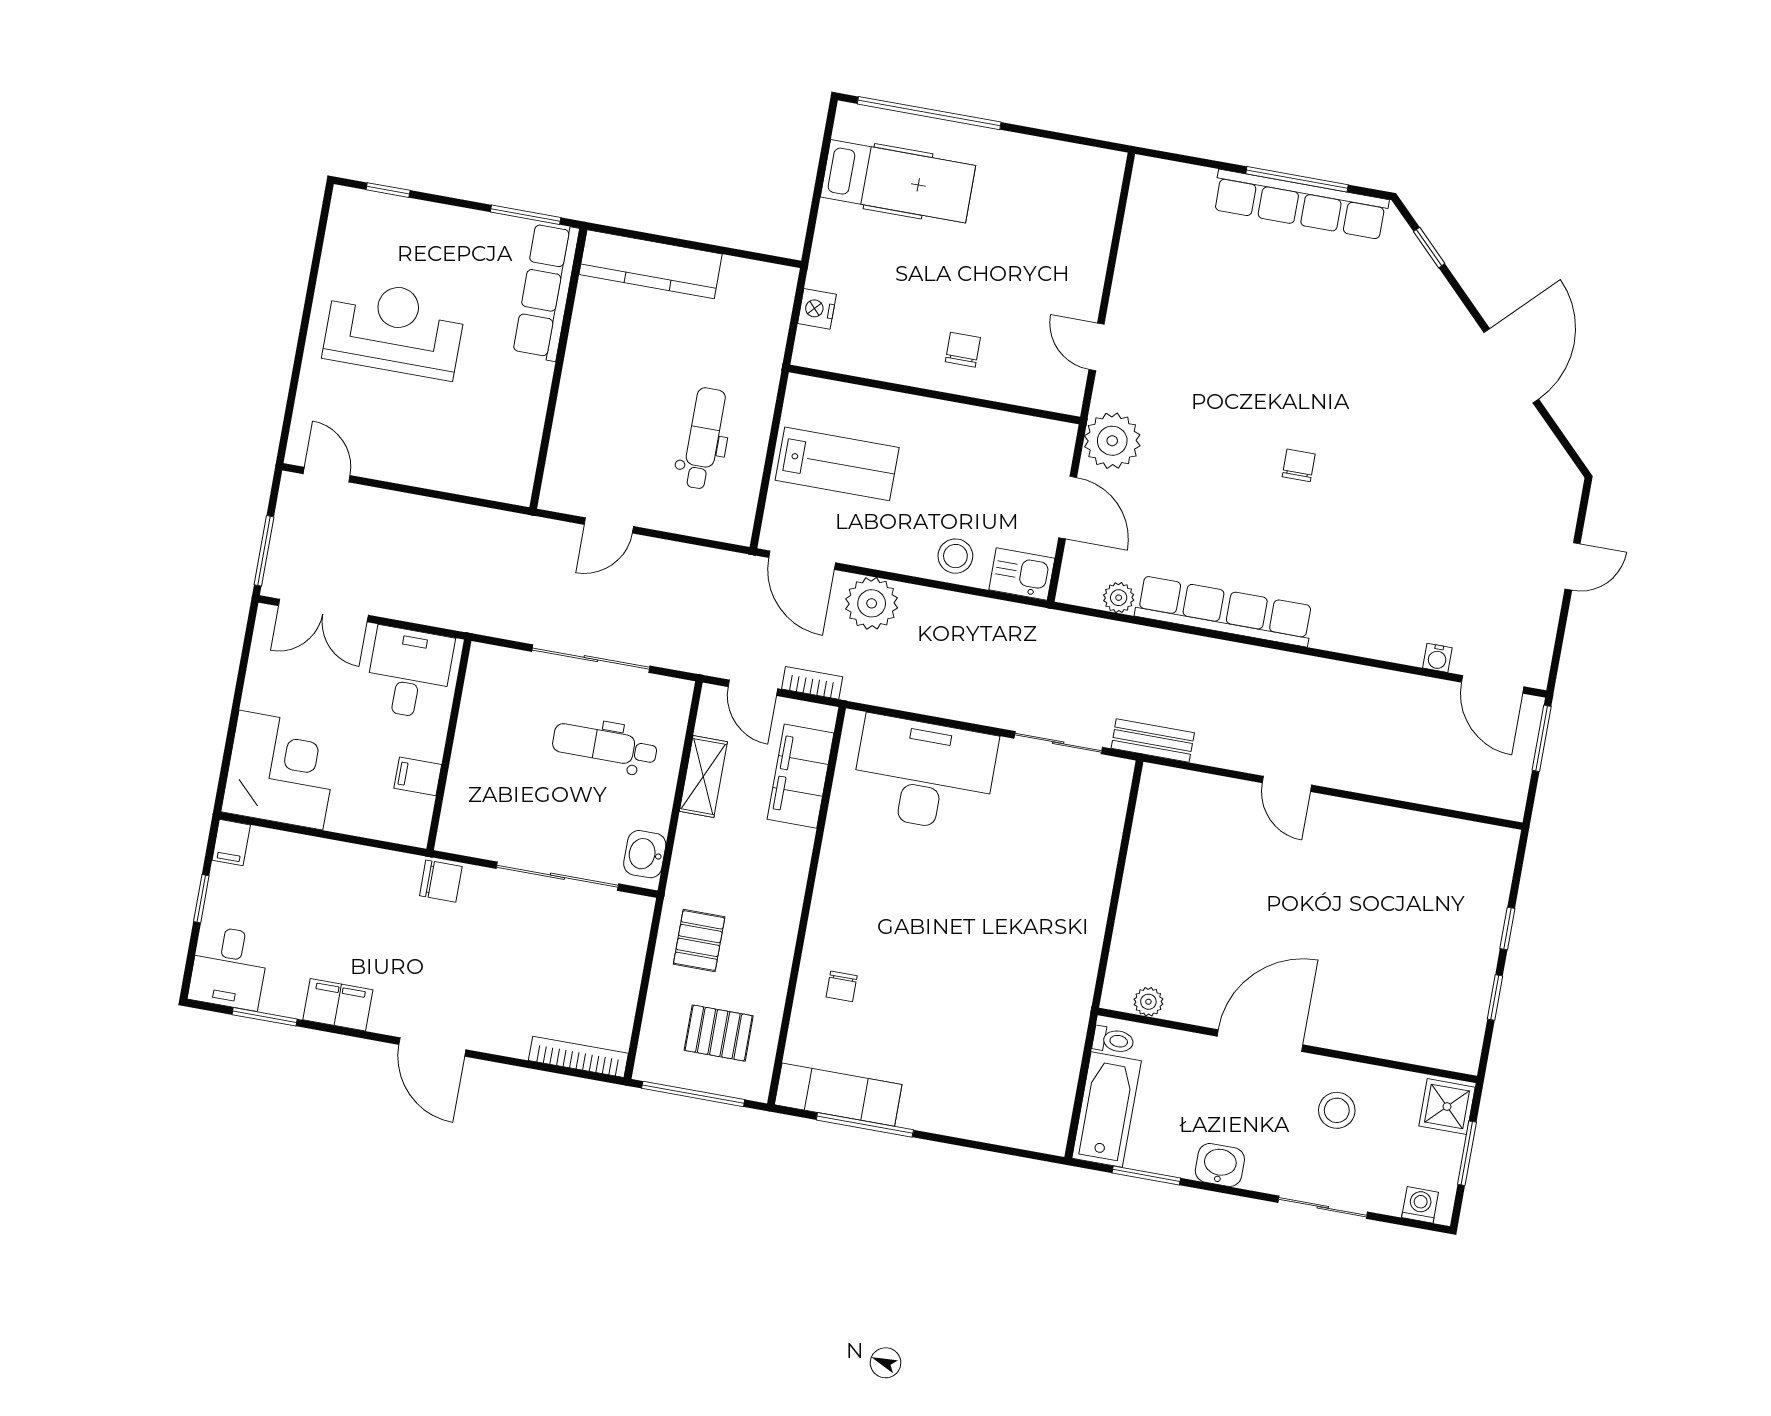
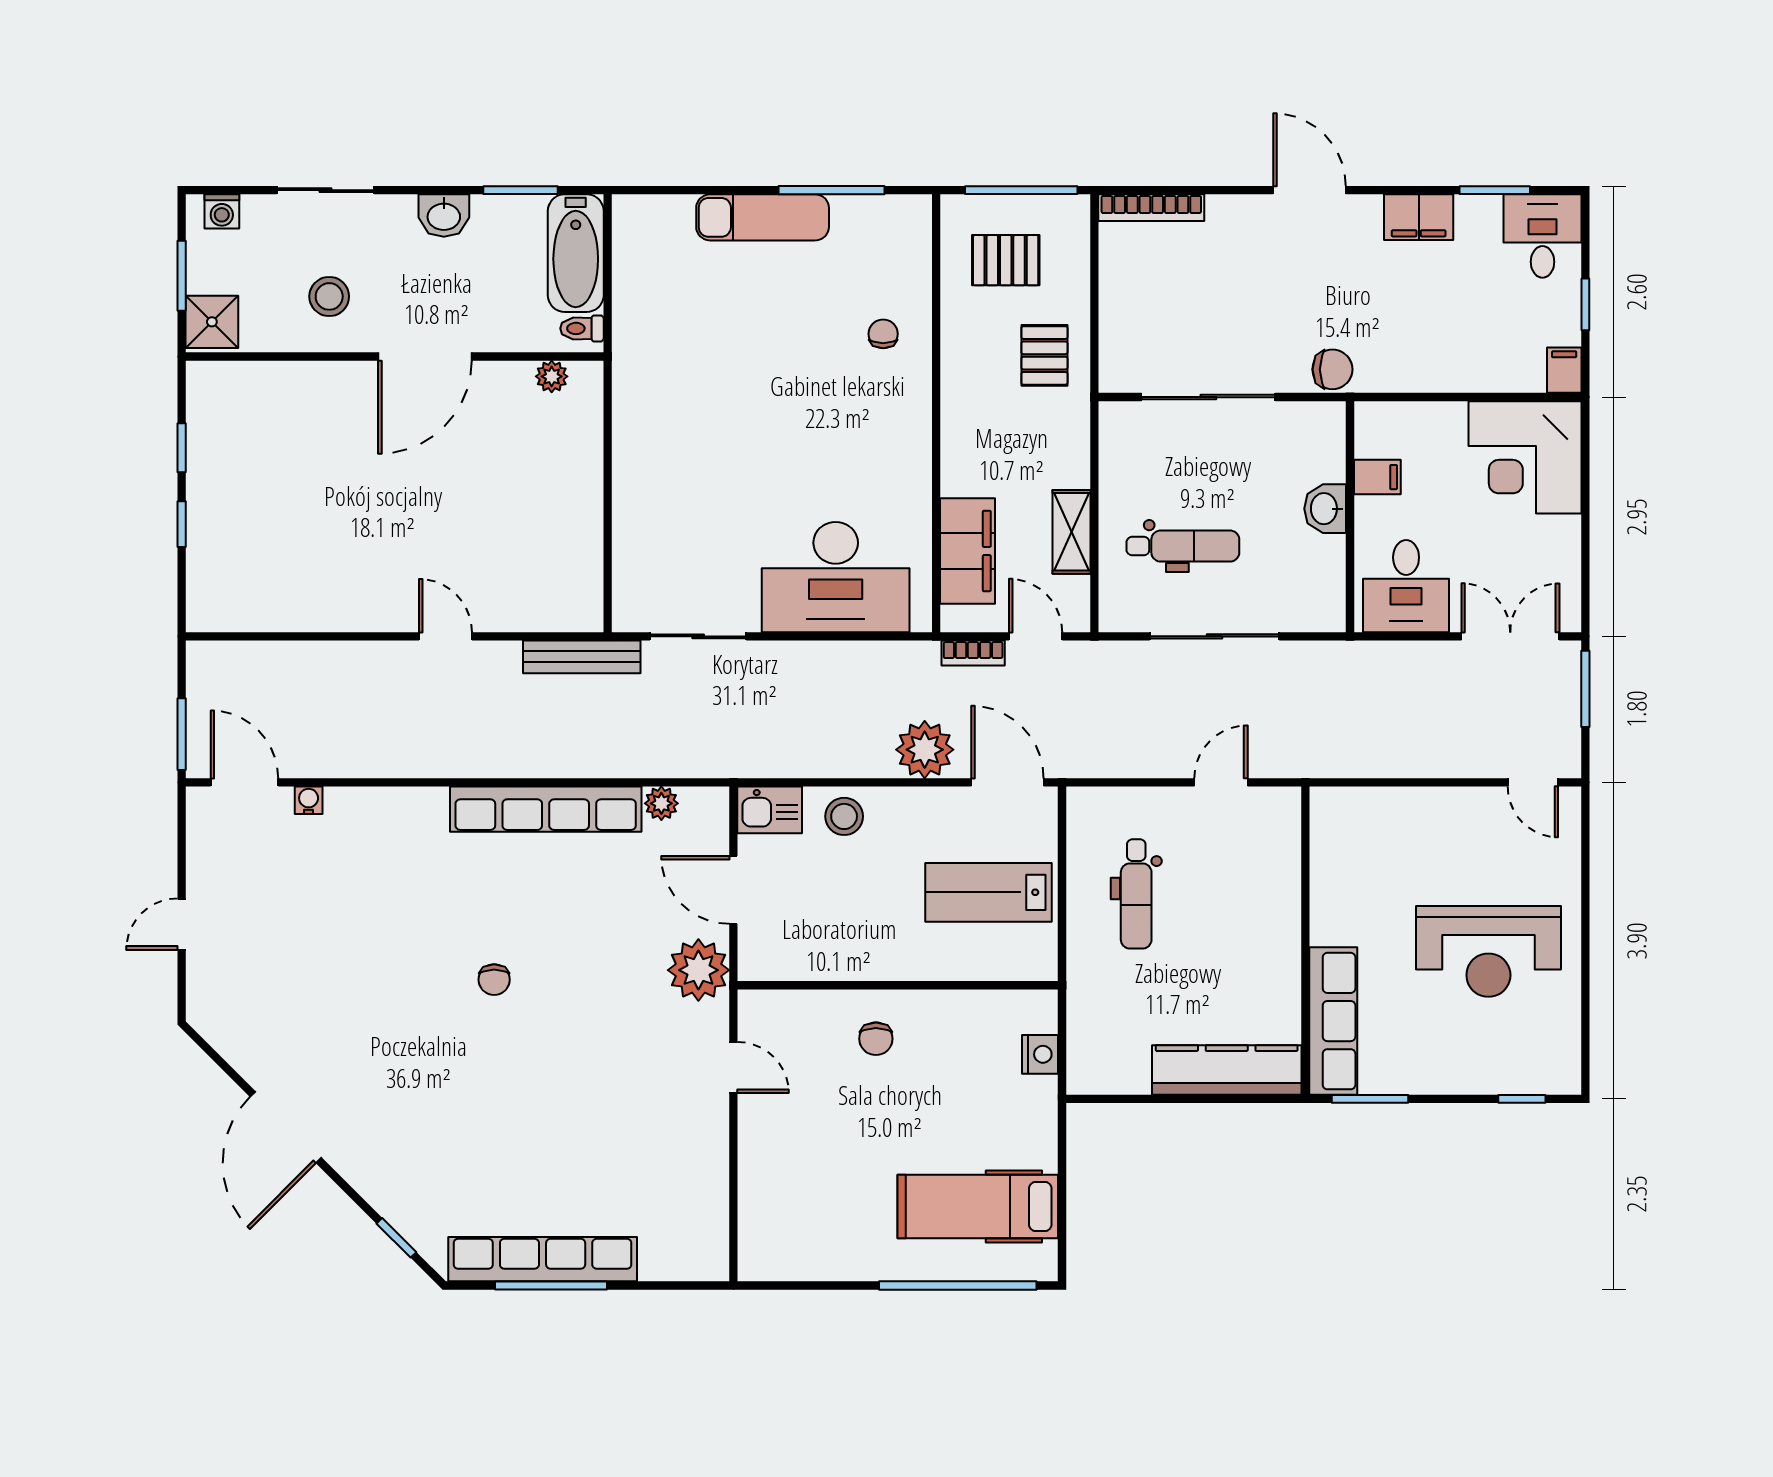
bench: (1153, 741) -> (582, 657), width x1.36
washbasin: (645, 854) -> (1325, 509), moved, turned 180
chair: (441, 881) -> (1332, 369), turned 180
exam couch: (838, 1095) -> (763, 217), moved

